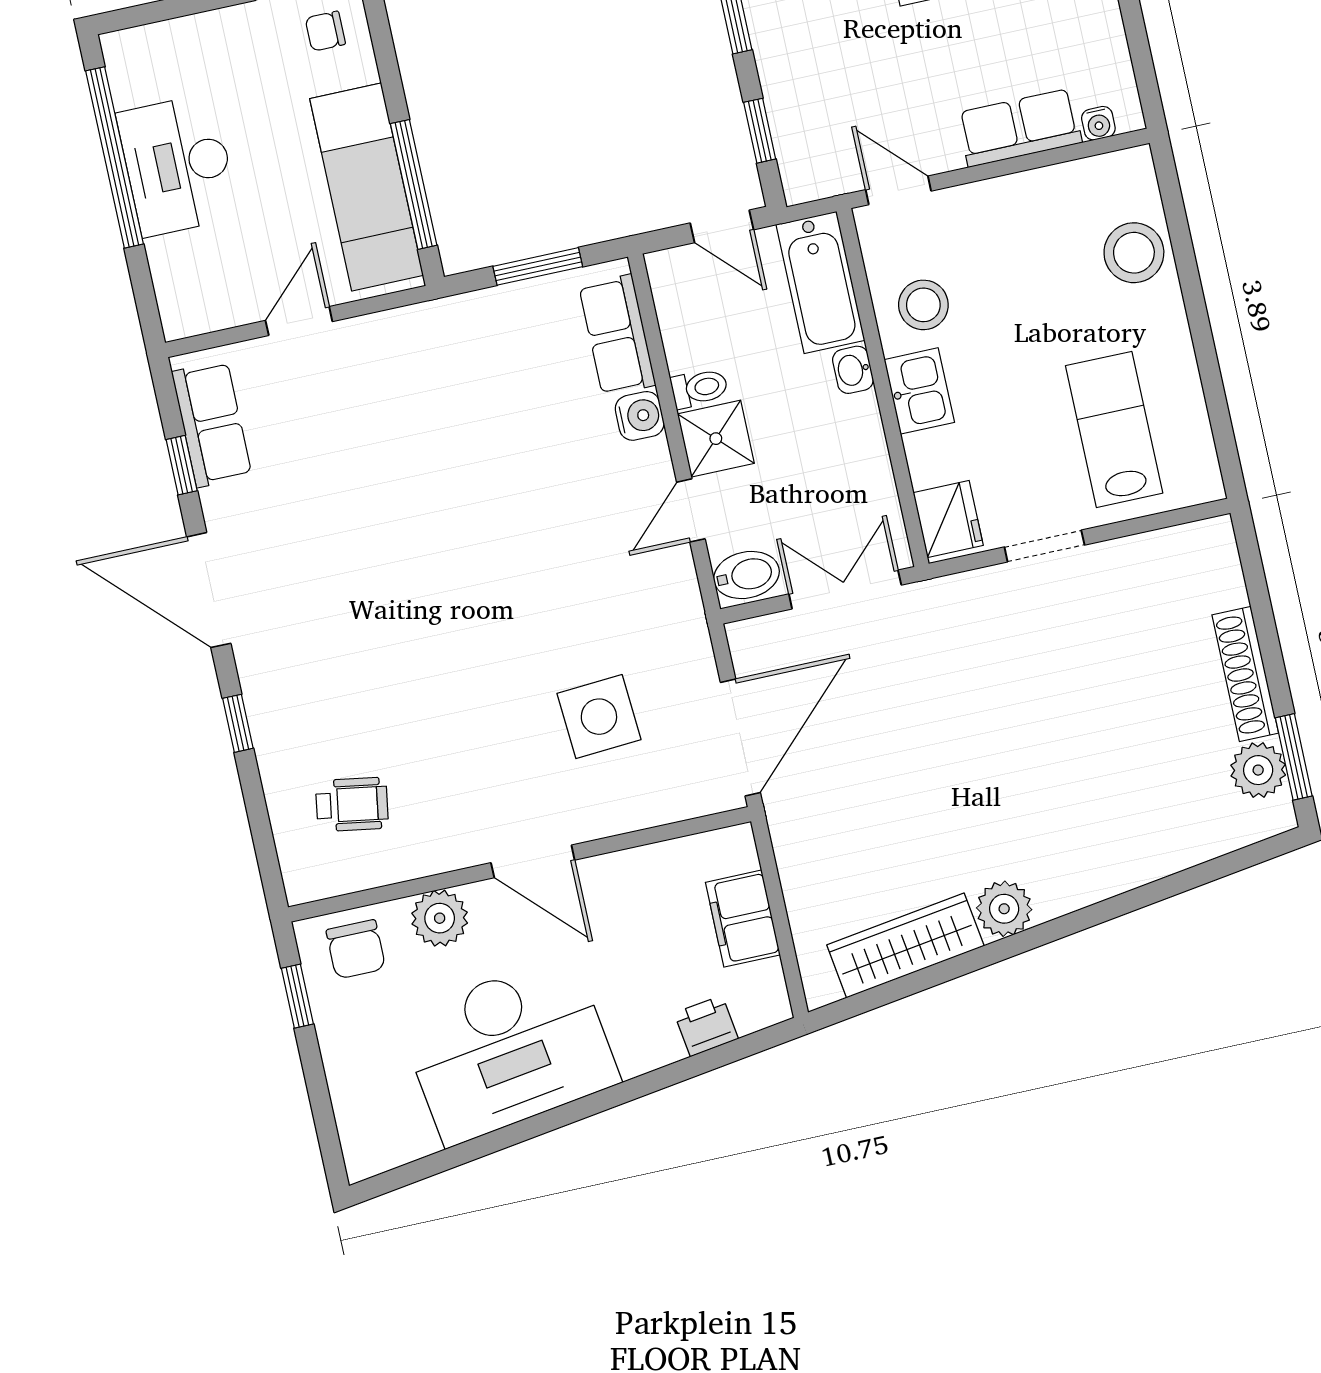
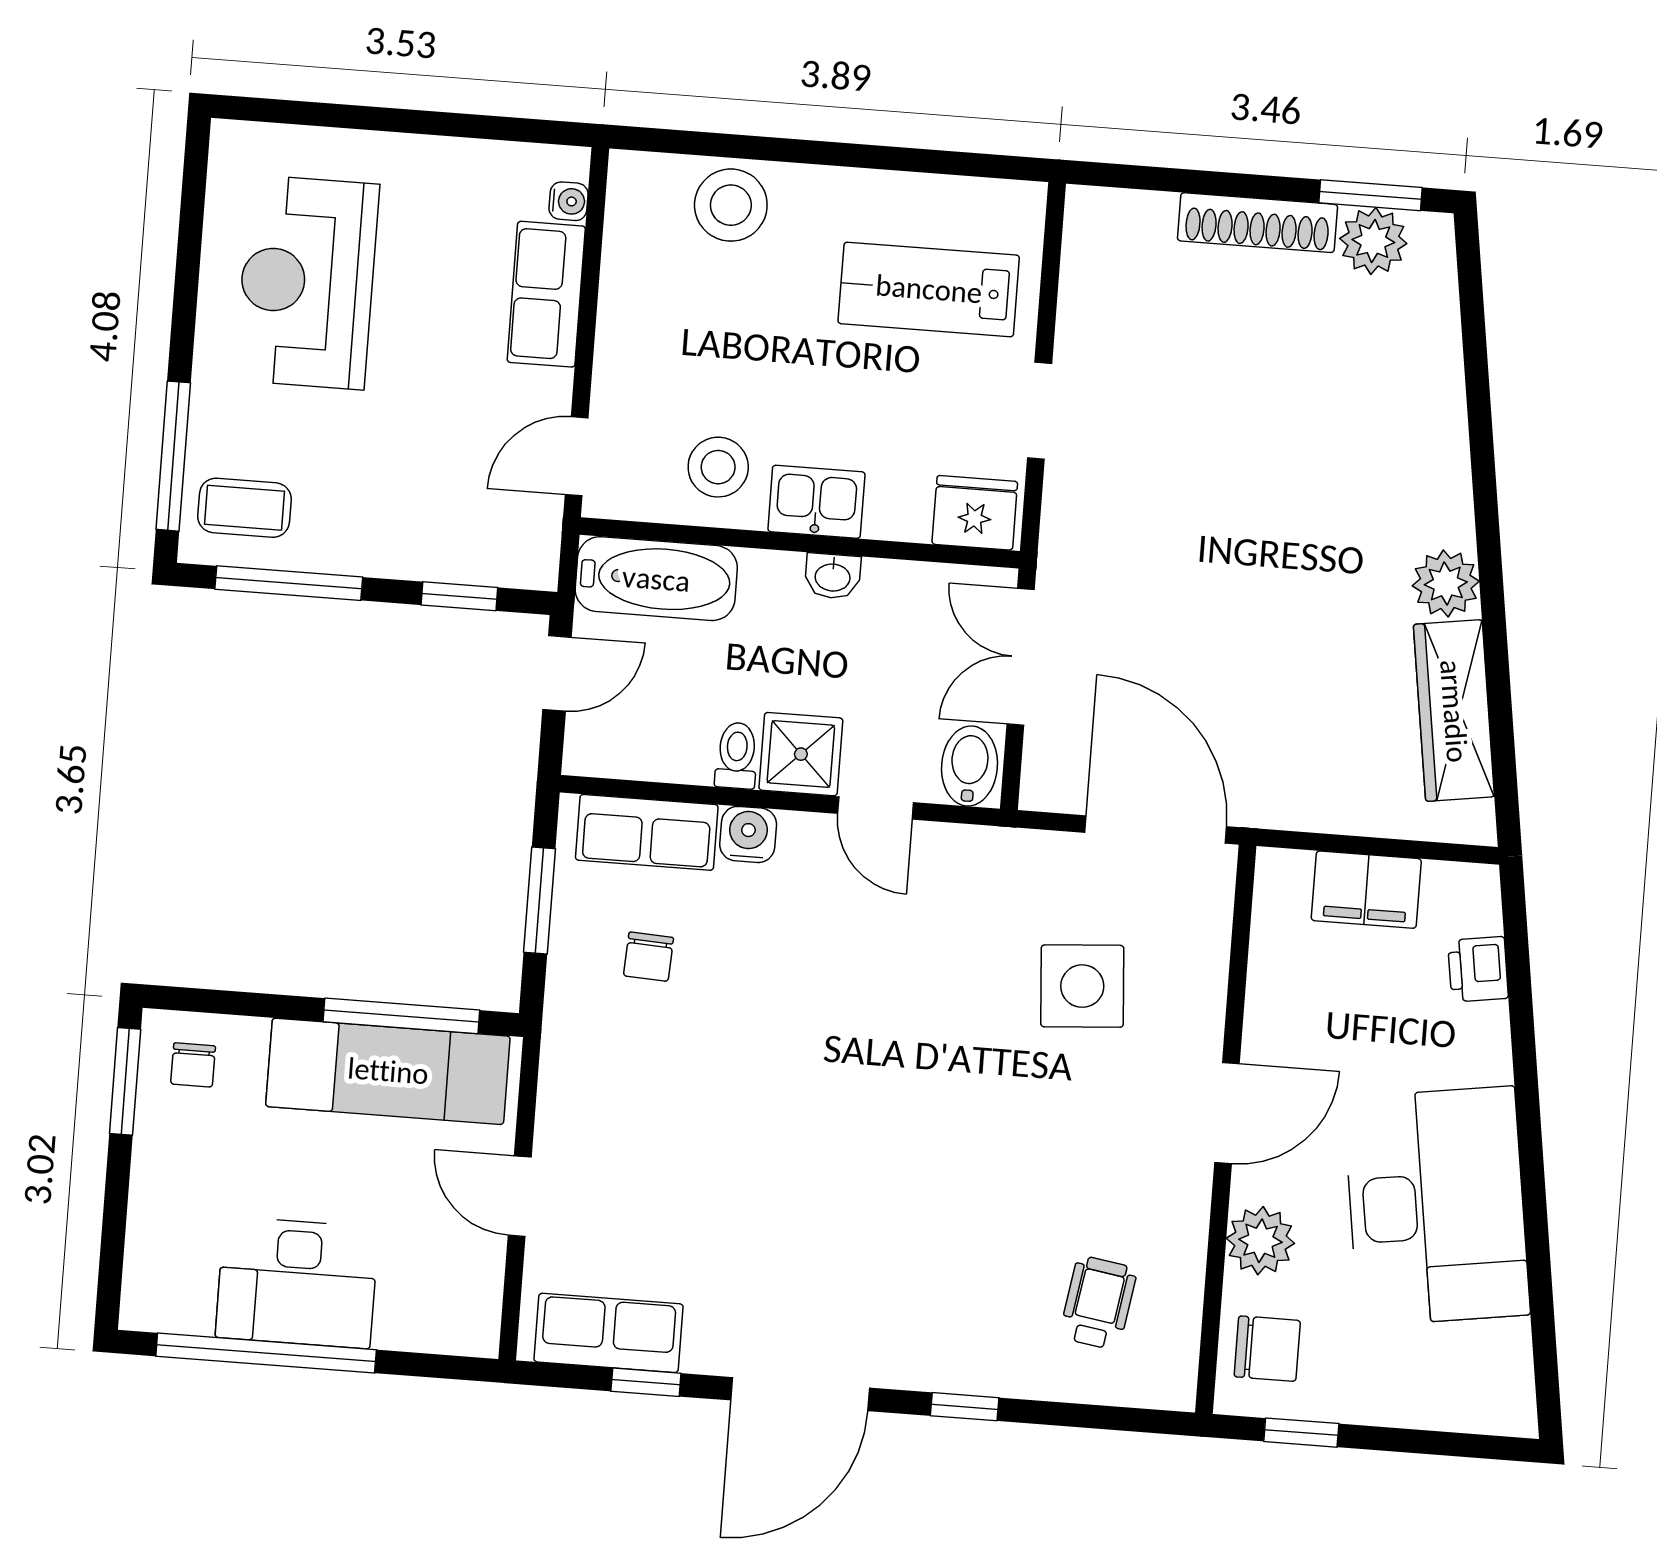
chair: (519, 366) -> (649, 957), added
washbasin: (853, 370) -> (833, 576), moved

